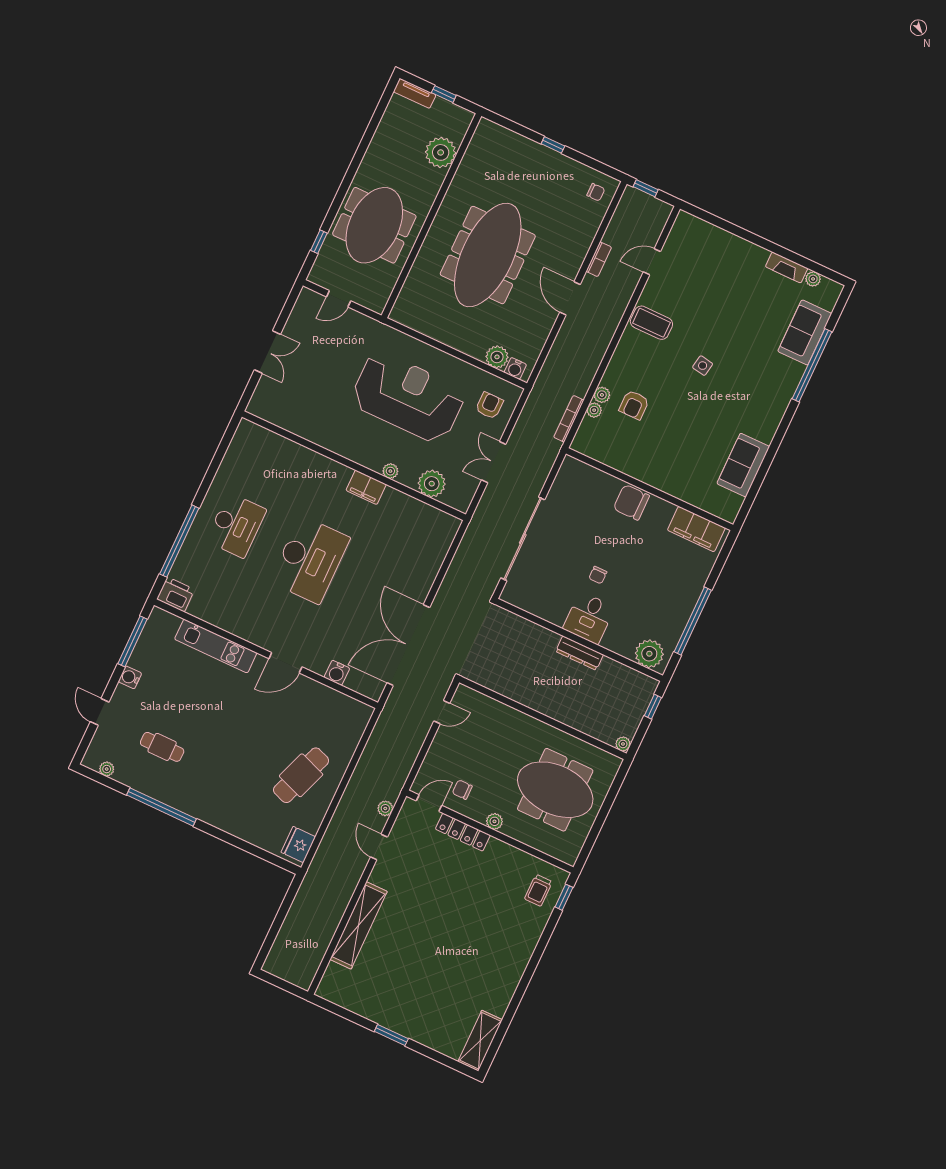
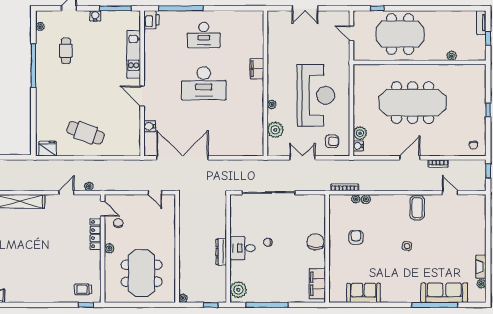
plant: (441, 152) -> (452, 56), width x0.53, depth x0.53
sofa: (805, 332) -> (444, 293), width x1.36
armchair: (634, 405) -> (356, 237), moved, turned 90
filing cabinet: (366, 487) -> (257, 69), moved

